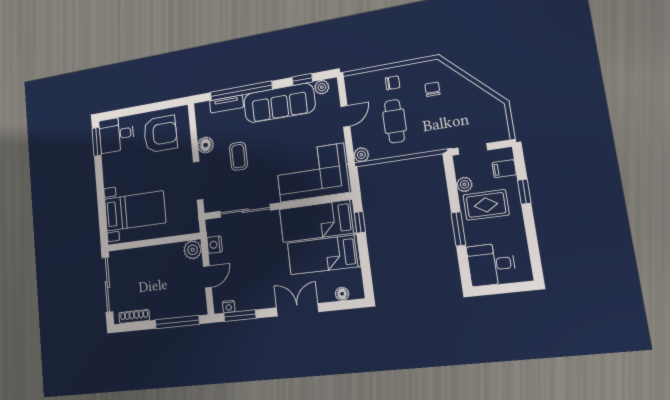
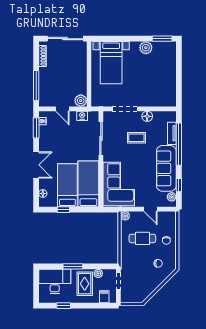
desk: (116, 134) -> (165, 54), removed
armchair: (160, 134) -> (160, 85), removed
plant: (111, 163) -> (146, 48), added
window: (524, 192) -> (64, 306), moved
window: (360, 222) -> (63, 210), moved
desk: (491, 264) -> (55, 282), width x1.37

